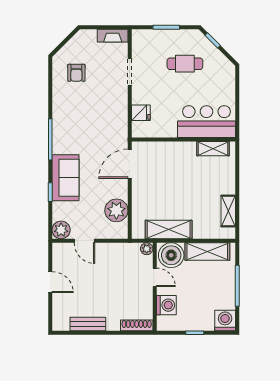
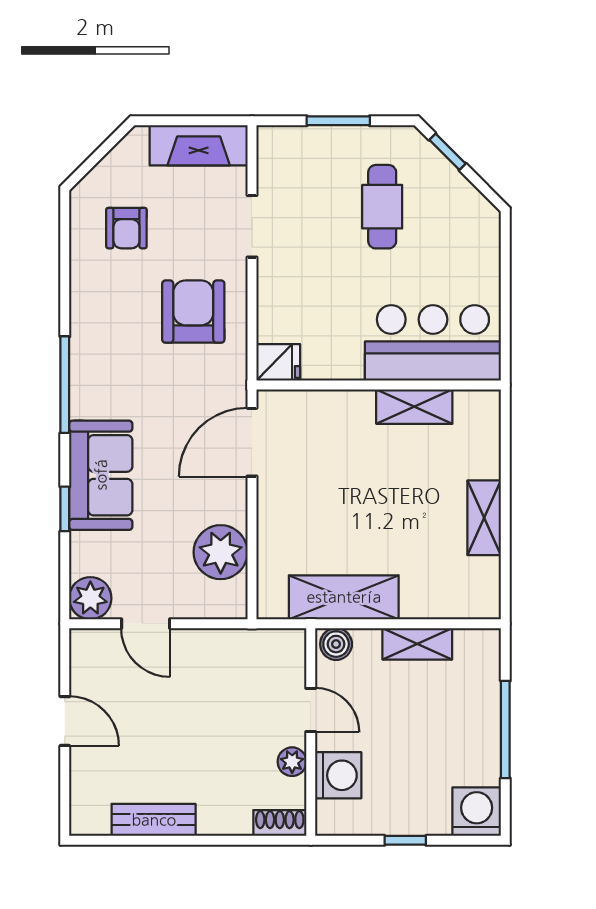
fireplace: (113, 36) -> (199, 145), width x1.37, depth x1.32
cafe table: (185, 64) -> (382, 207), turned 90
armchair: (105, 108) -> (193, 312), added
fridge: (141, 113) -> (278, 362), moved
shelving: (213, 149) -> (414, 407), moved
shelving: (228, 211) -> (484, 518), moved
plant: (147, 249) -> (292, 762), moved
shelving: (207, 252) -> (417, 644), width x0.67, depth x0.75
boiler: (171, 255) -> (336, 644), width x0.54, depth x0.54
shoe rack: (137, 325) -> (280, 823), width x0.70

